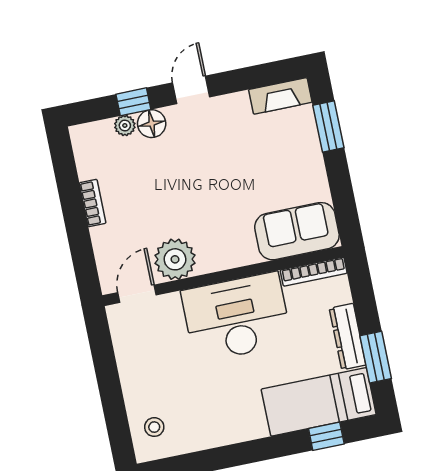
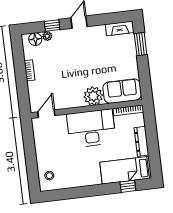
floor lamp: (152, 124) -> (35, 39), moved
plant: (175, 259) -> (93, 96), moved
window: (376, 357) -> (154, 152), removed

